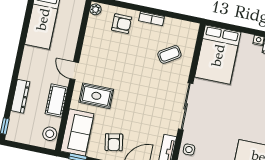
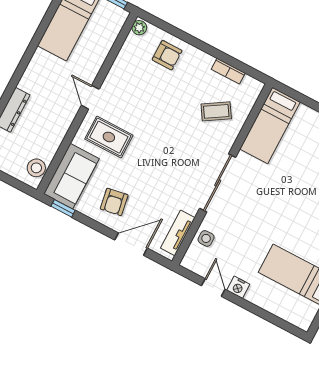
bookcase: (152, 19) -> (228, 71), moved
bed: (218, 55) -> (270, 126), width x0.67
cot: (57, 101) -> (57, 128), removed

